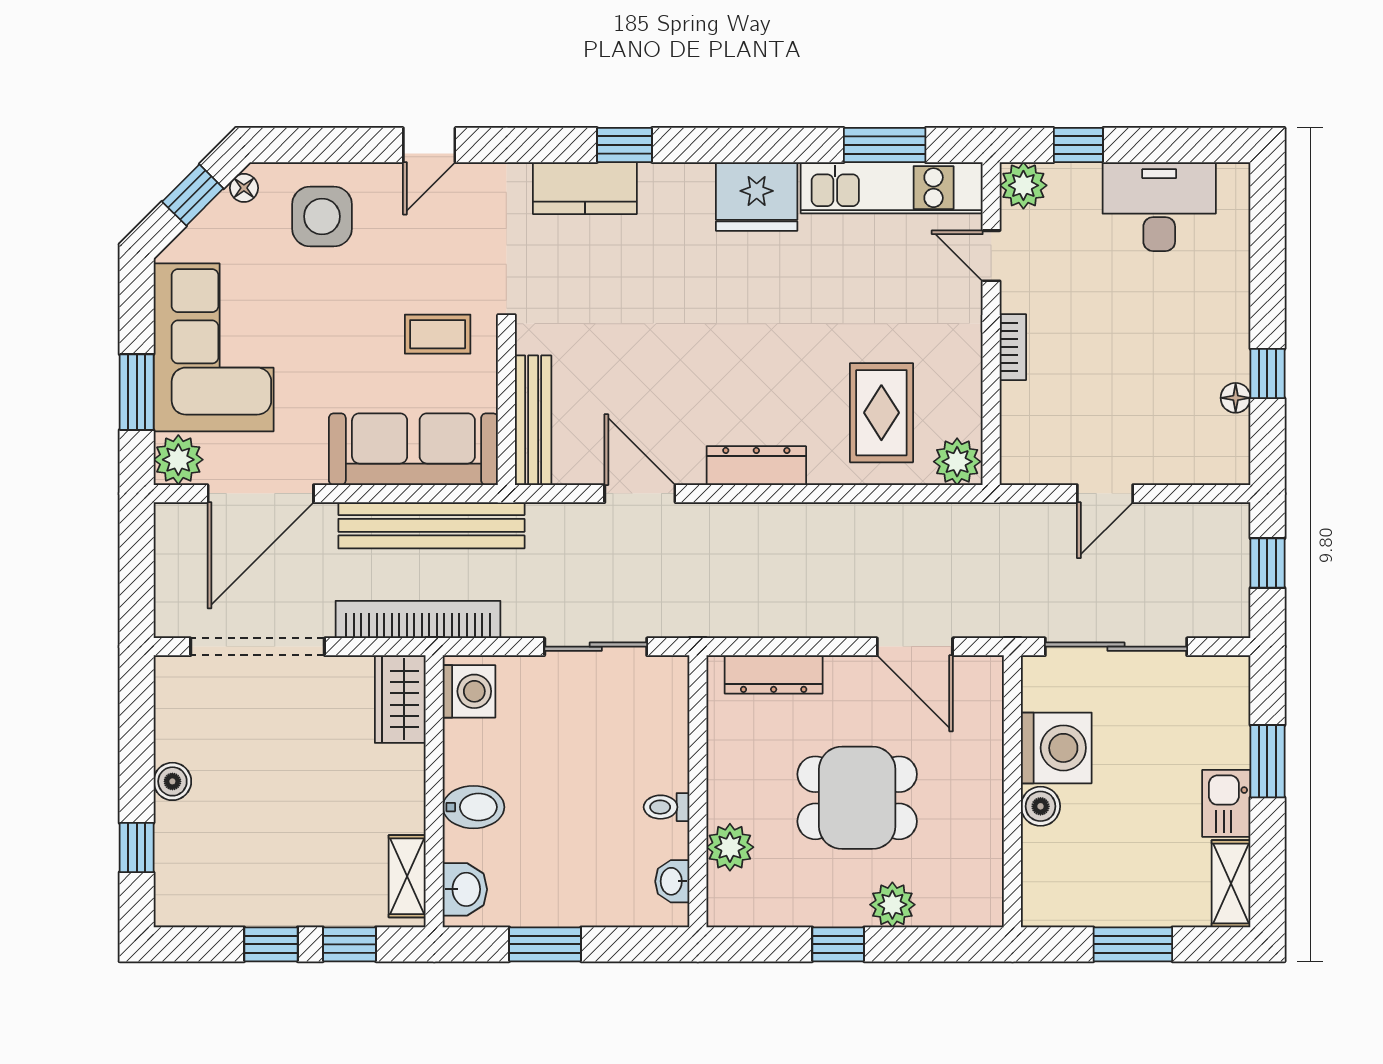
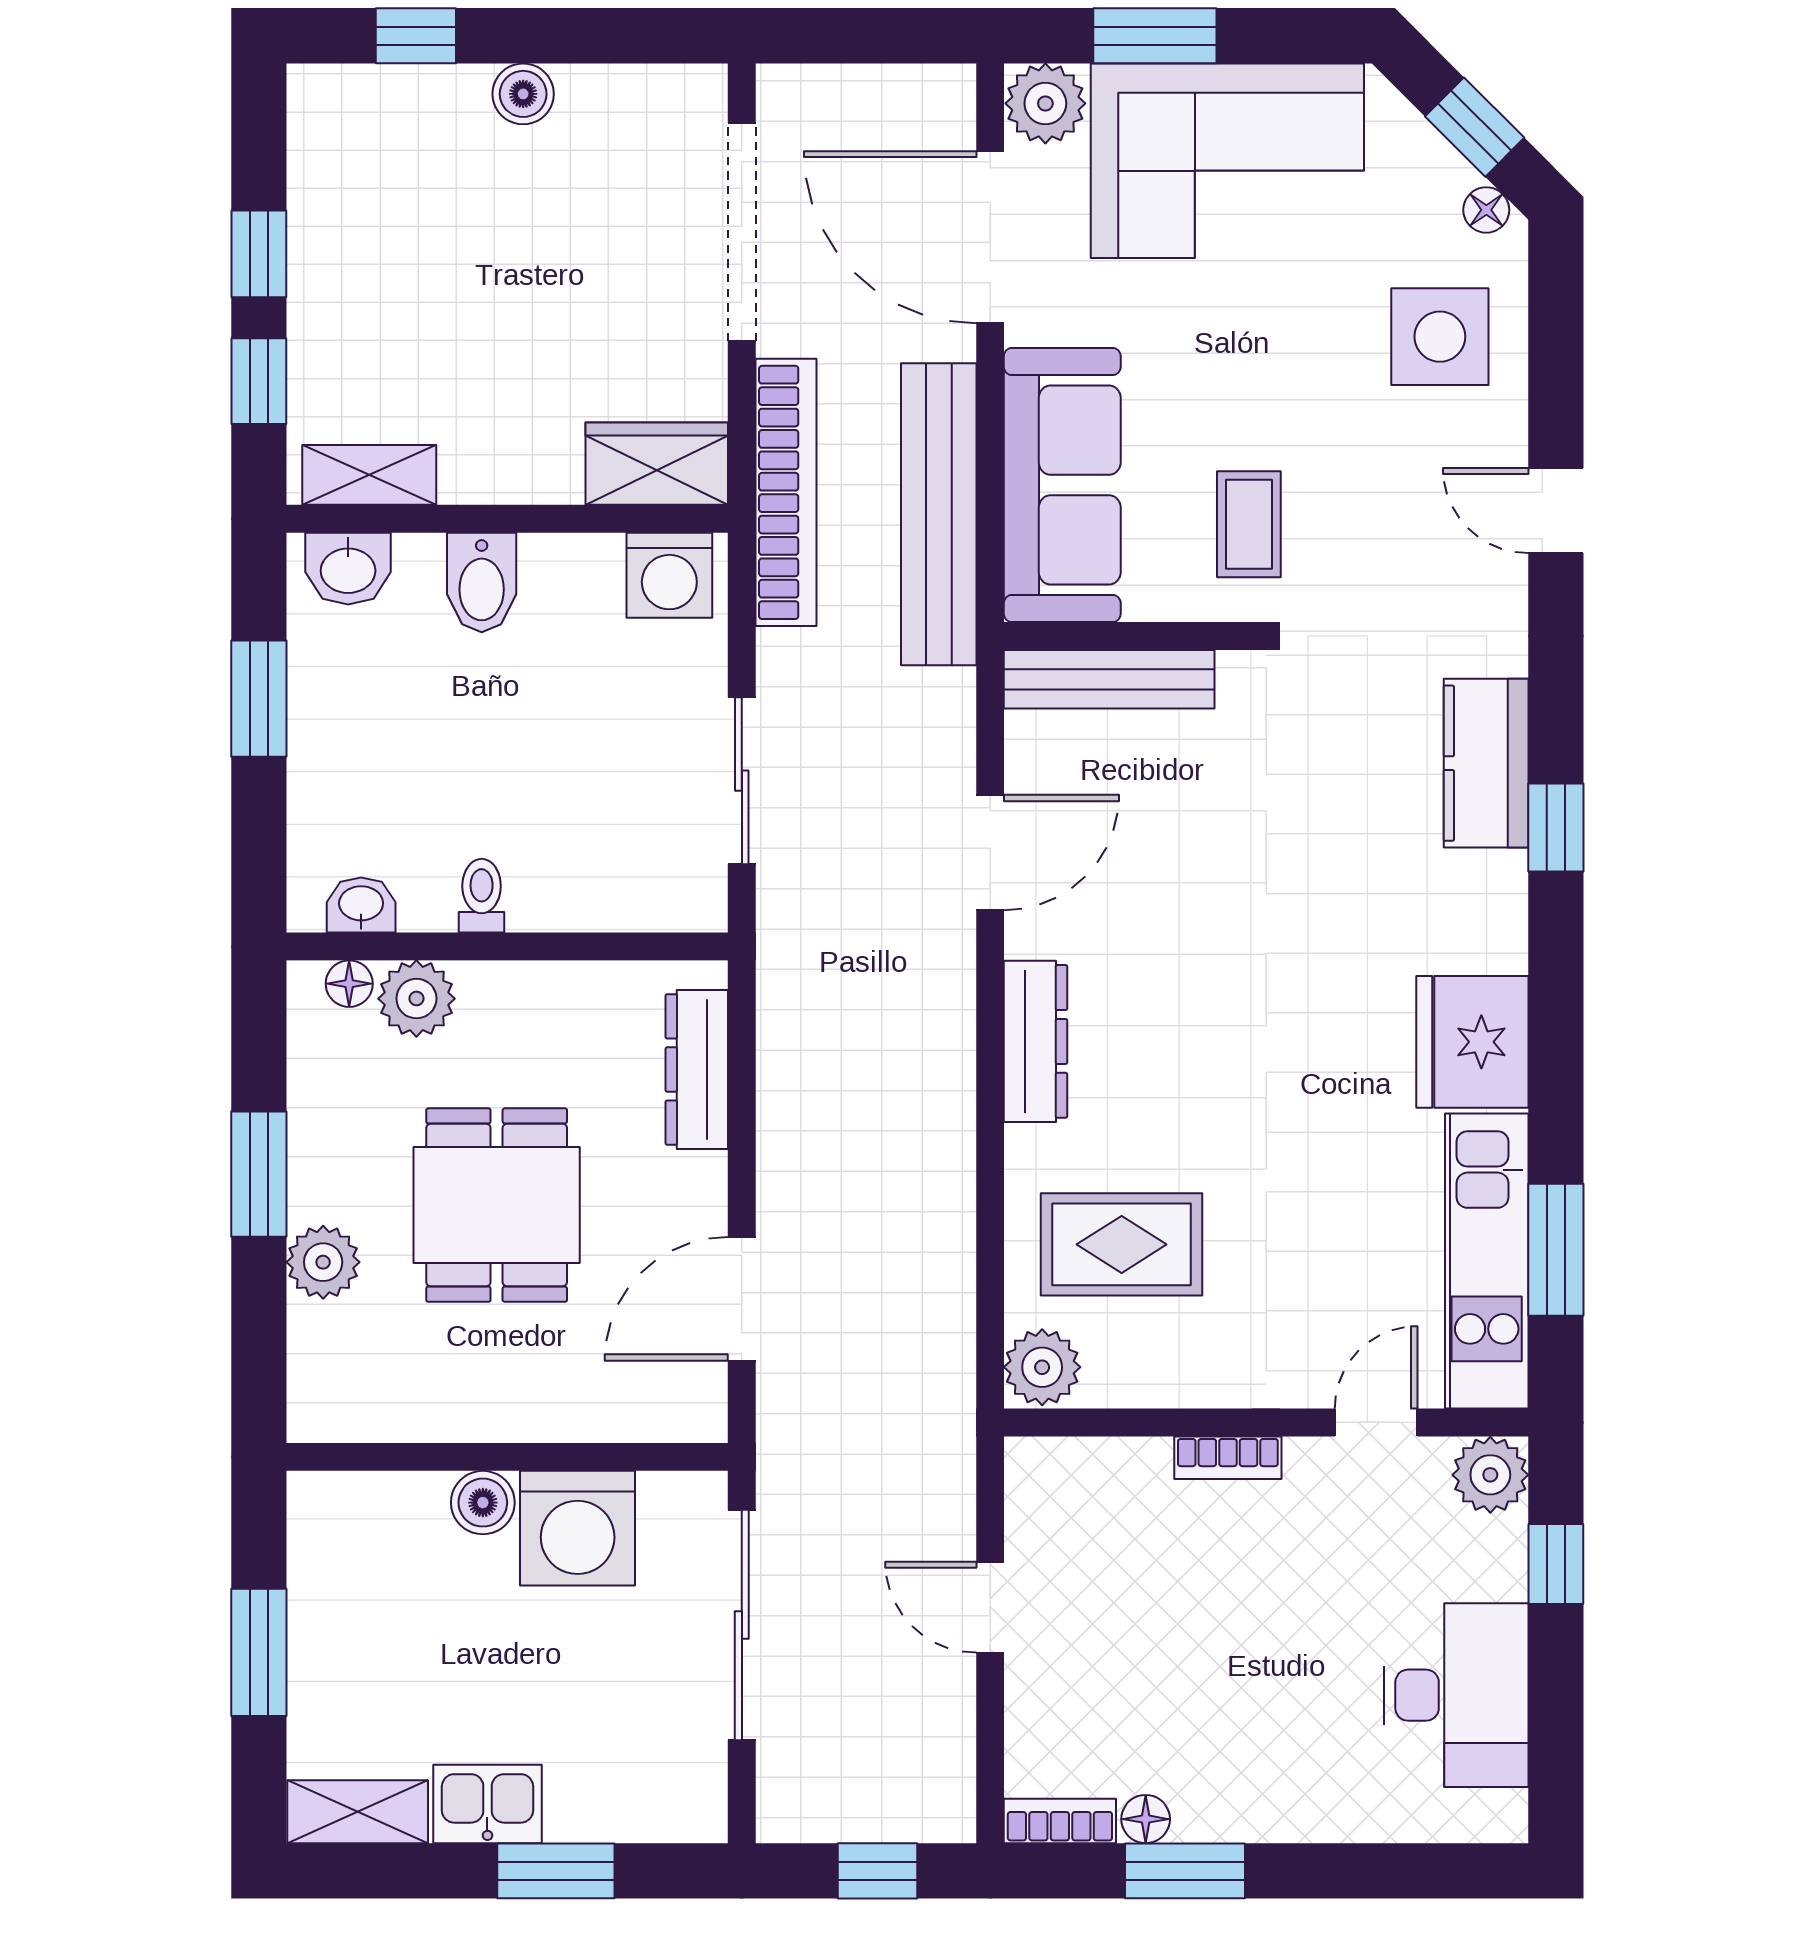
window: (1267, 374) -> (1185, 1871), width x1.50
bookcase: (1237, 451) -> (1060, 1821), added
floor lamp: (721, 889) -> (349, 984), added
window: (838, 944) -> (259, 1174), width x1.50

